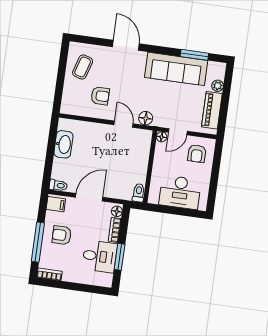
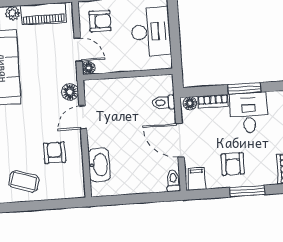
washbasin: (63, 144) -> (99, 165), moved, turned 90
toilet: (139, 193) -> (163, 103), moved
window: (38, 242) -> (247, 191), width x0.69

